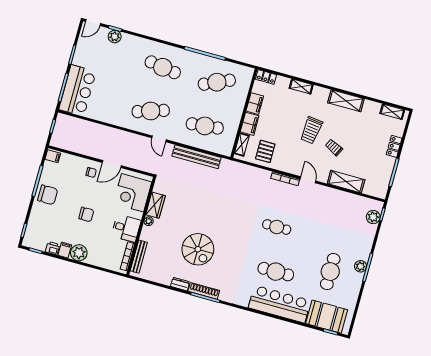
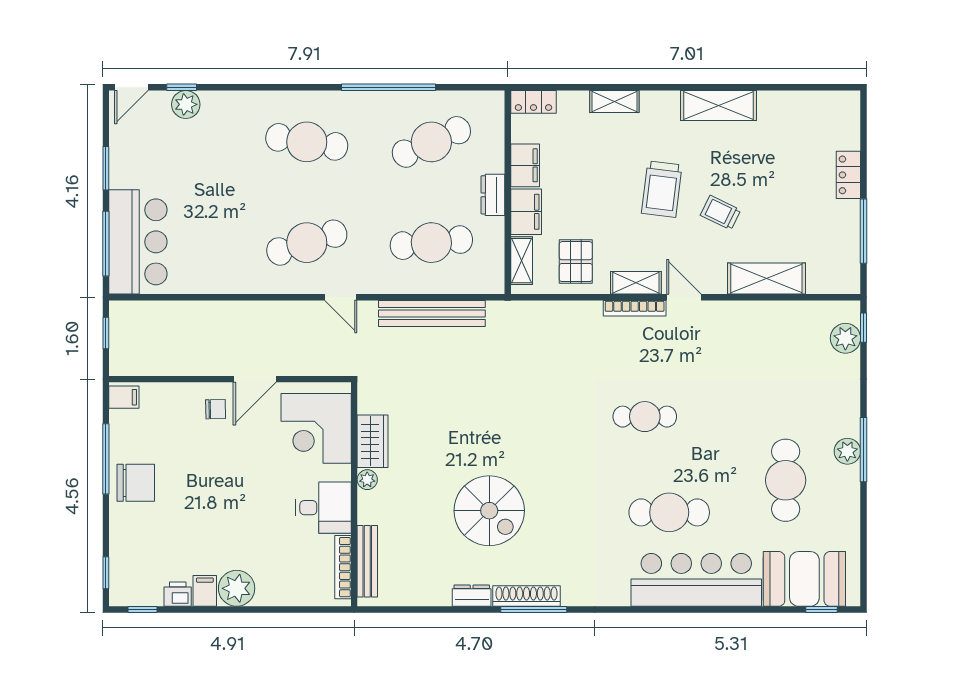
shelving: (392, 112) -> (636, 283), moved
dresser: (237, 113) -> (493, 195), added
chair: (86, 214) -> (230, 502), removed

